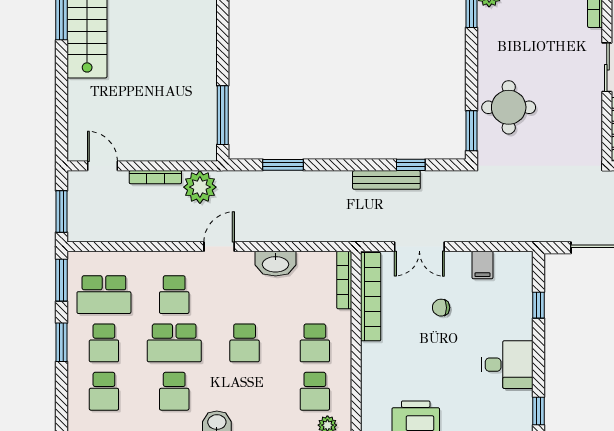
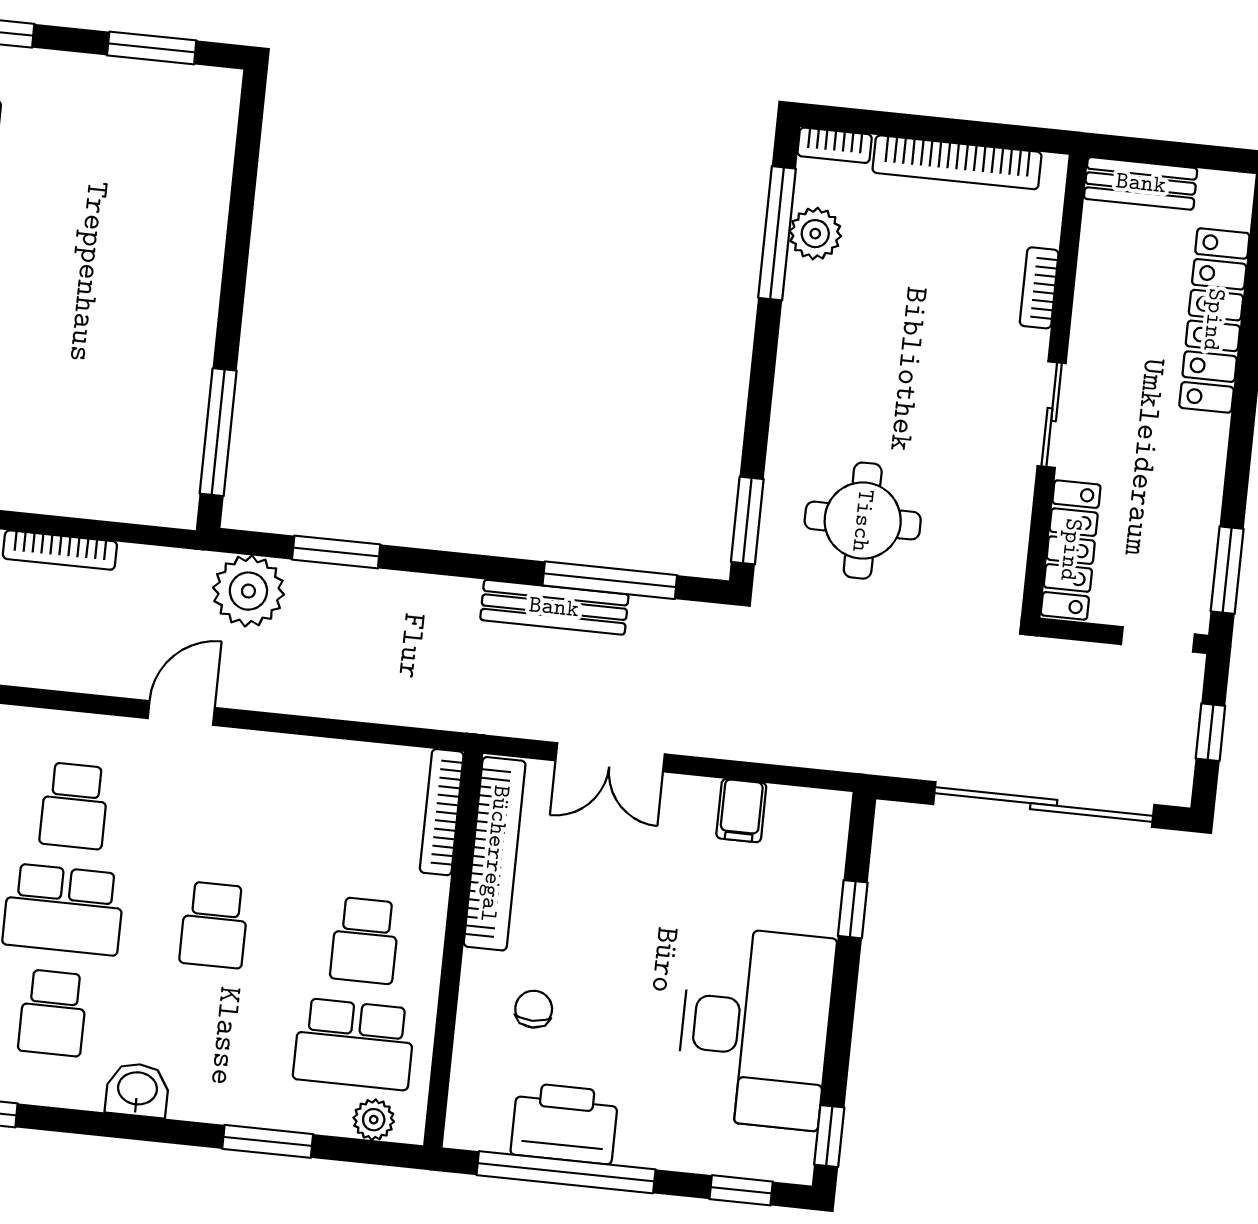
round table: (509, 107) -> (863, 521), moved
window: (411, 165) -> (610, 580), width x2.17
plant: (200, 187) -> (248, 591), moved
washbasin: (276, 264) -> (298, 762), removed
chair: (441, 308) -> (534, 1009), moved, turned 90
desk: (507, 365) -> (755, 1028), width x1.87, depth x1.30
school desk: (315, 391) -> (354, 1044), width x1.85

